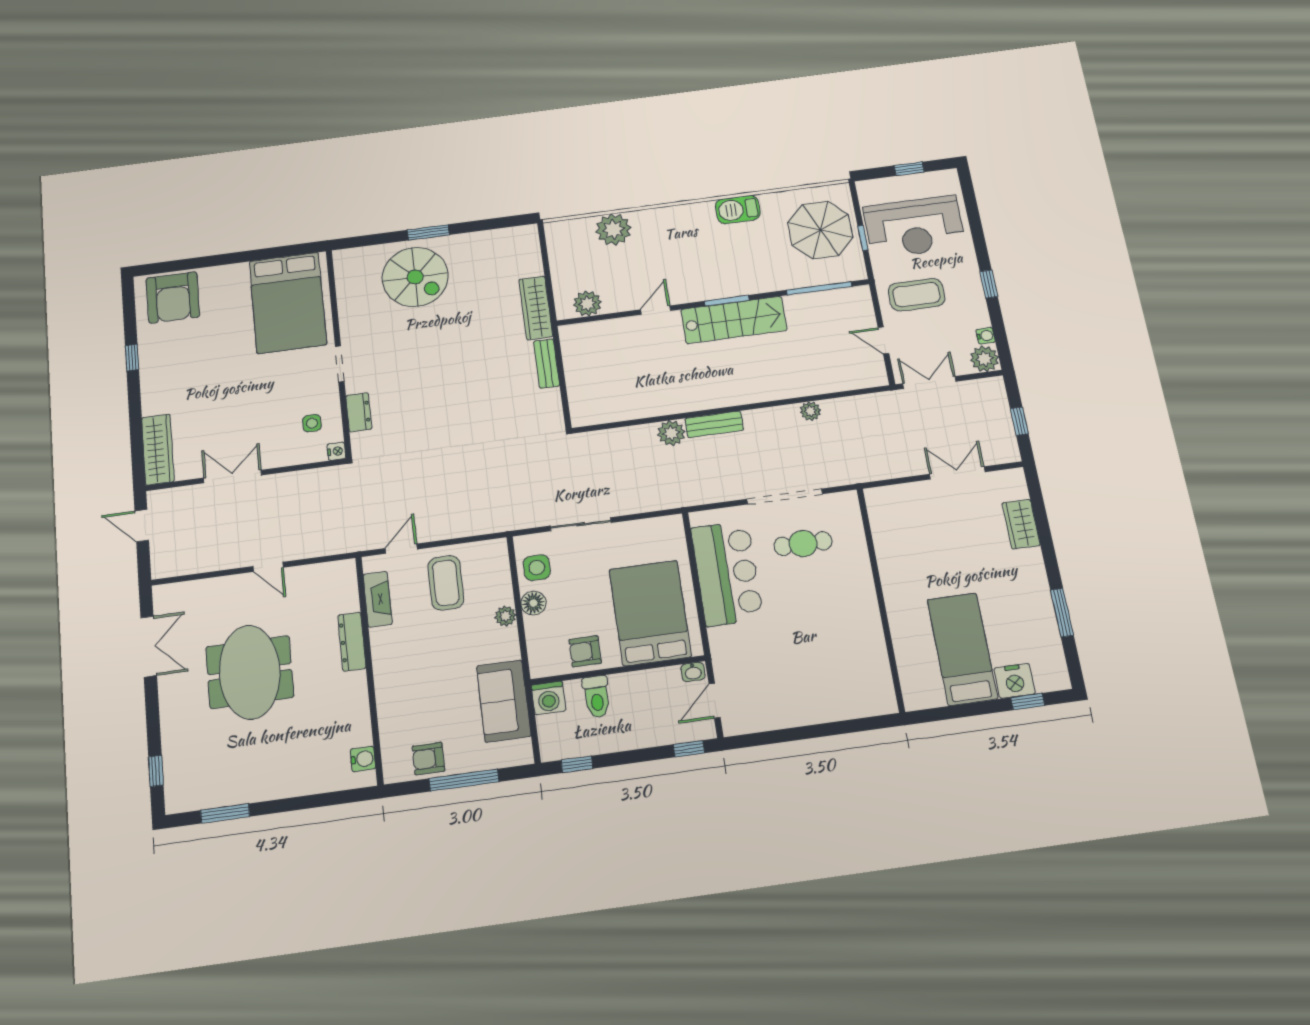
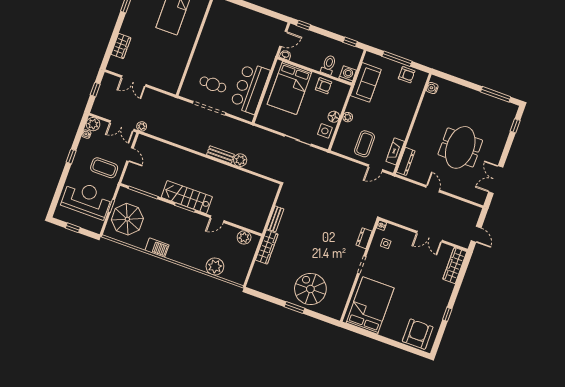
plant: (810, 411) -> (142, 126), moved
dresser: (352, 642) -> (406, 161), moved
window: (225, 813) -> (496, 94), width x1.44

